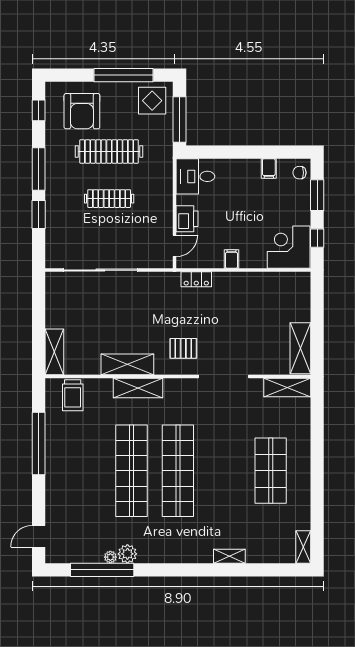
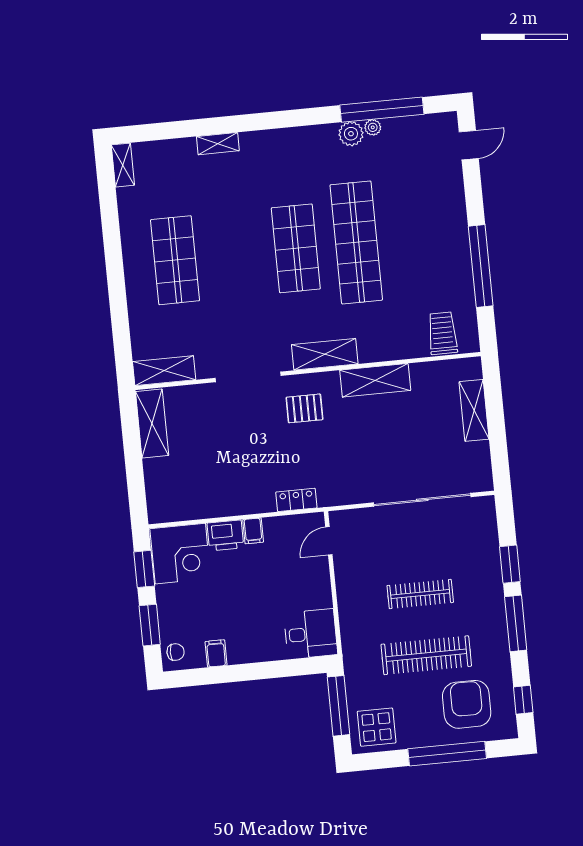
window: (124, 75) -> (447, 754), moved
printer: (187, 219) -> (225, 535), moved, turned -90
window: (317, 238) -> (144, 569), width x1.50
shelving: (54, 352) -> (474, 410), moved
shelving: (138, 388) -> (325, 354), moved
shop shelf: (178, 471) -> (296, 248), width x0.71

